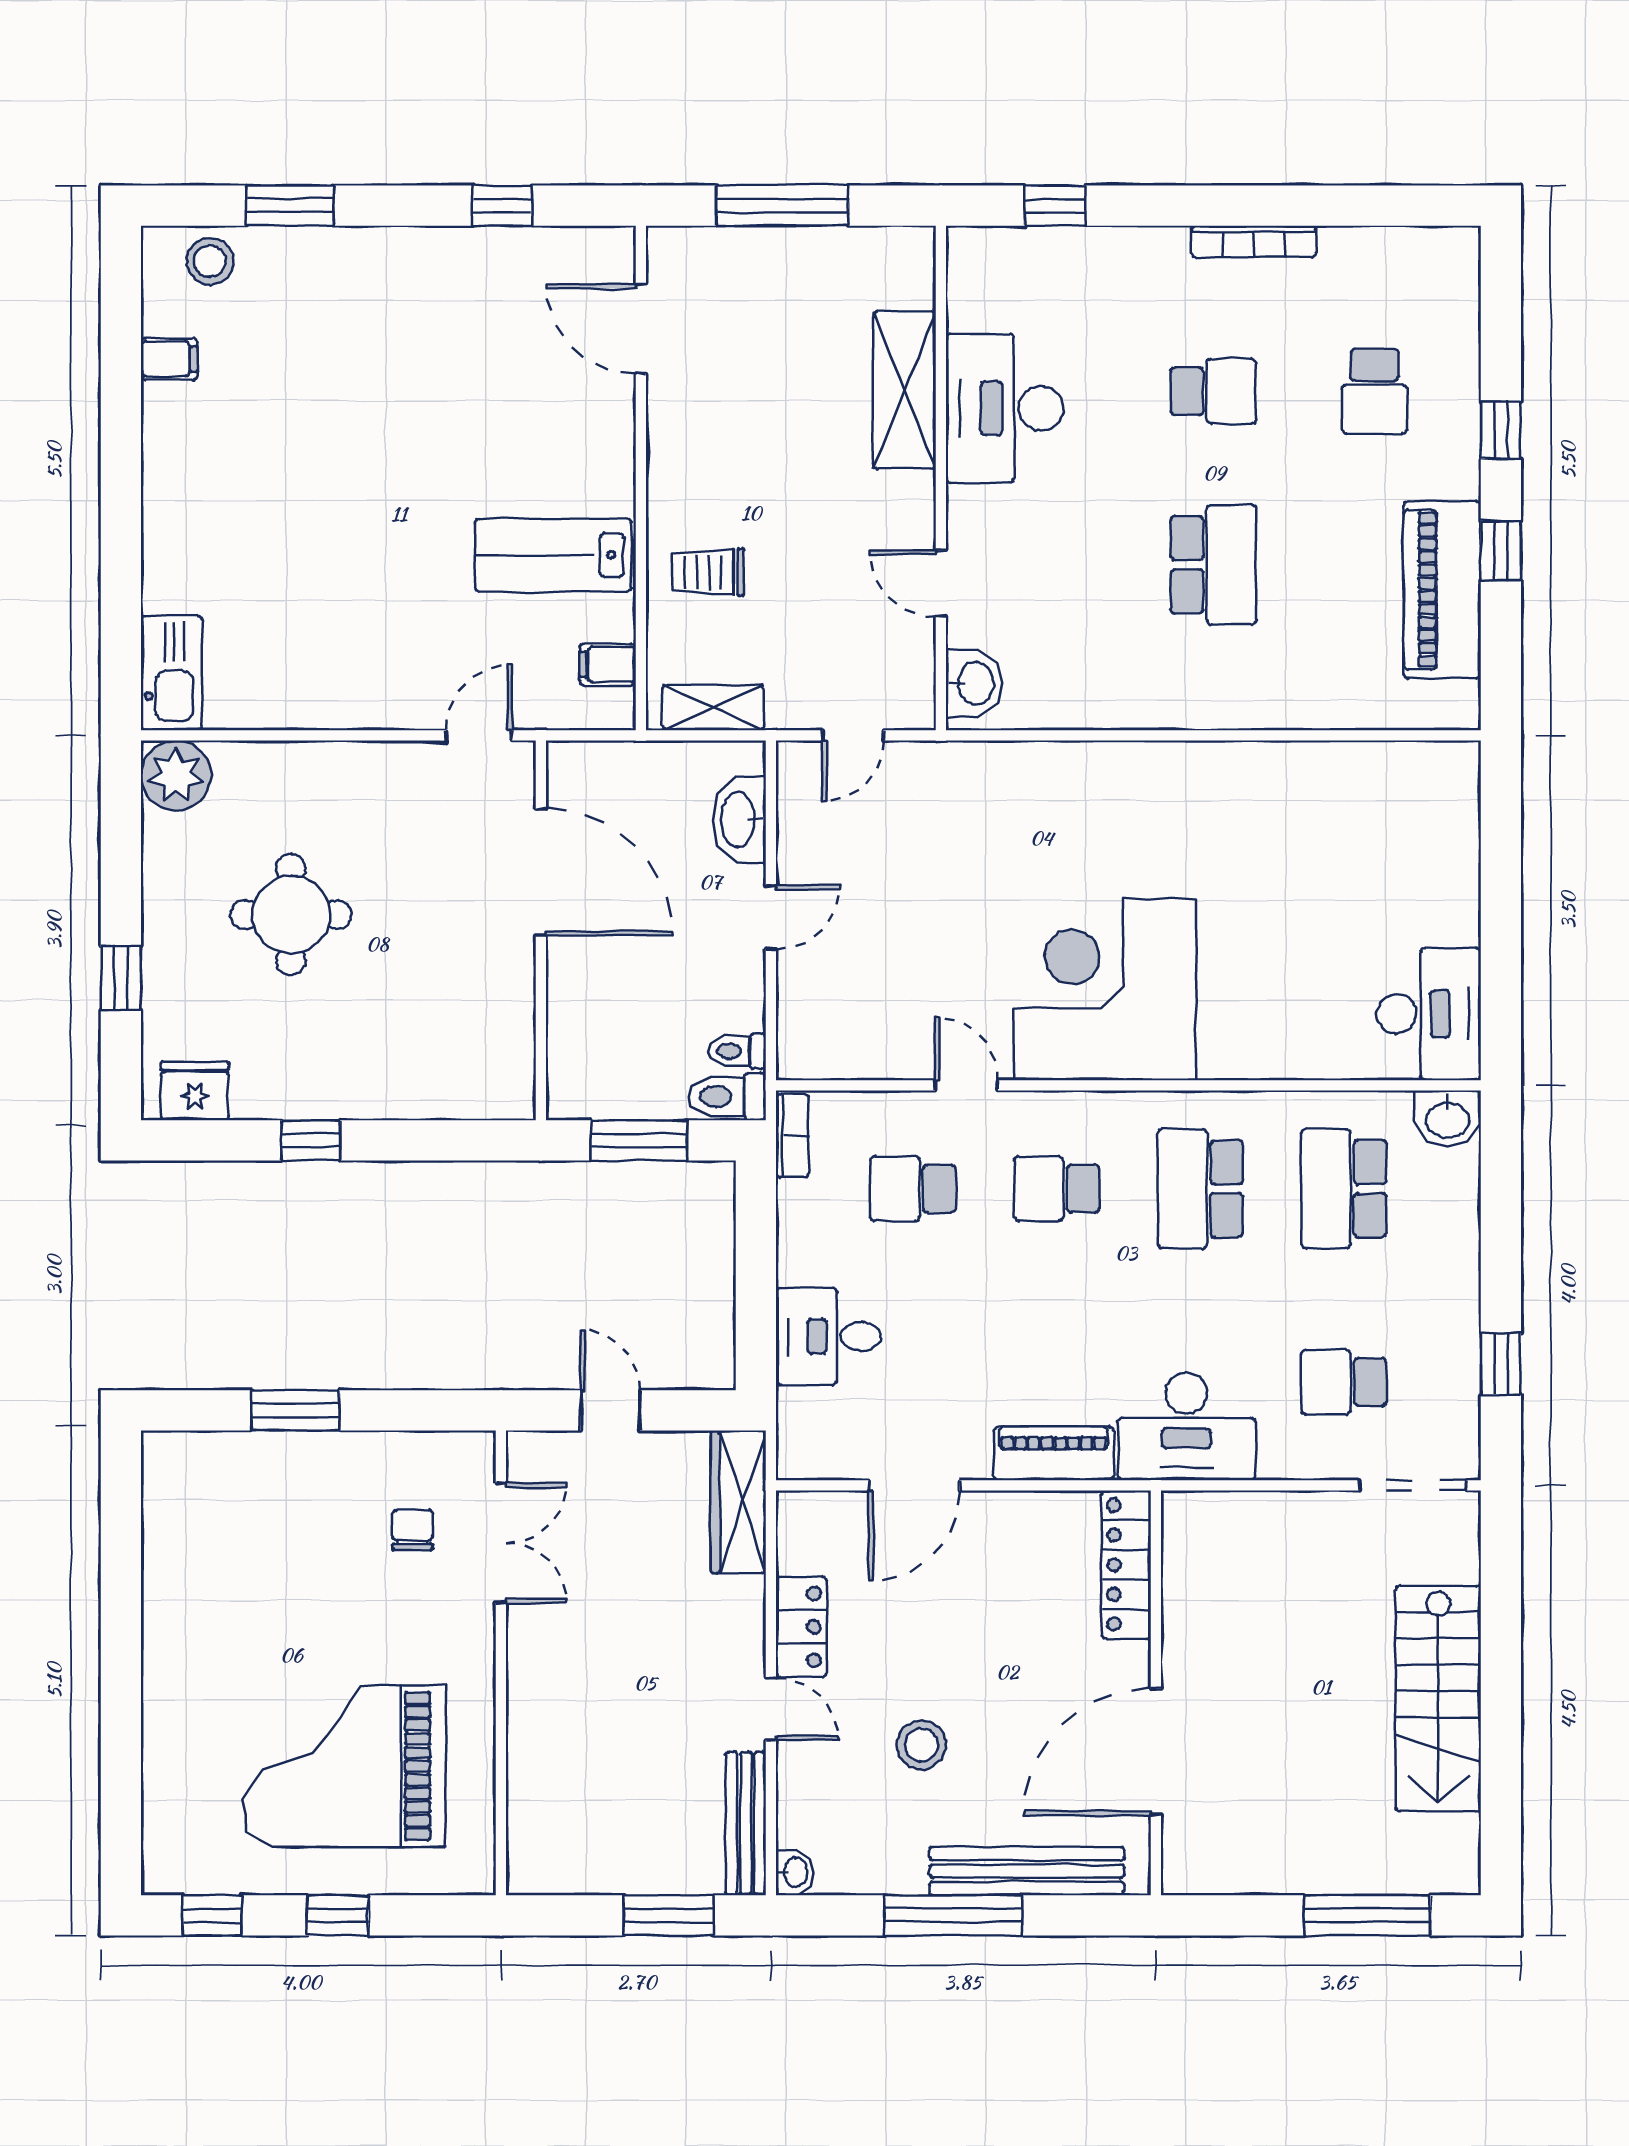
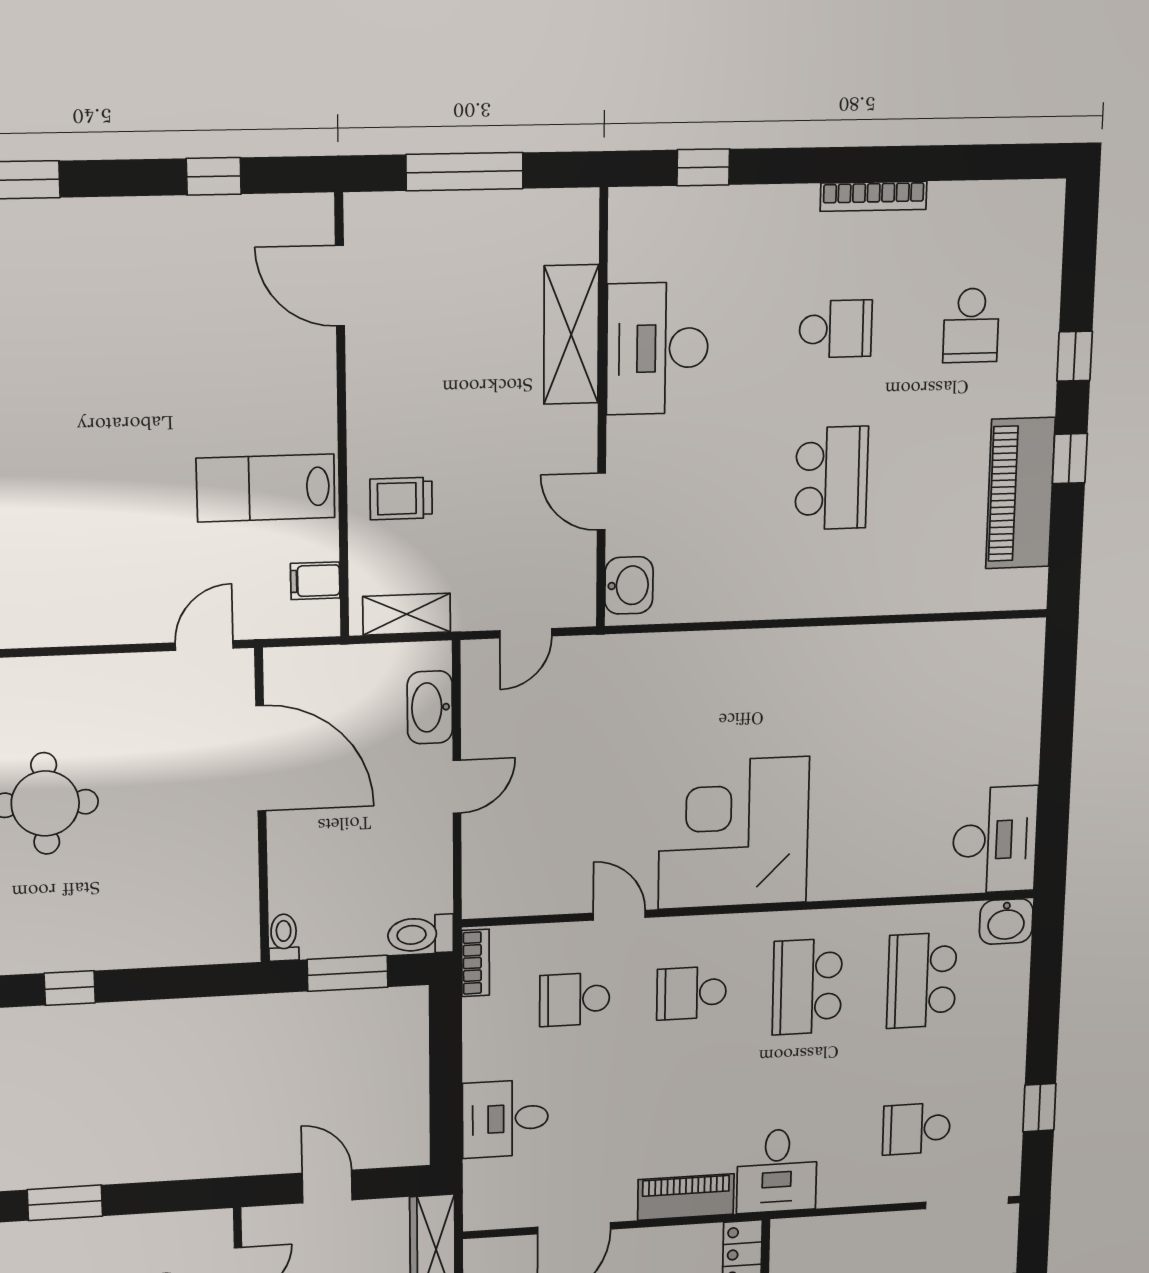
toilet: (737, 1051) -> (284, 937), moved, turned 90
desk: (1186, 1426) -> (777, 1171), width x0.73

